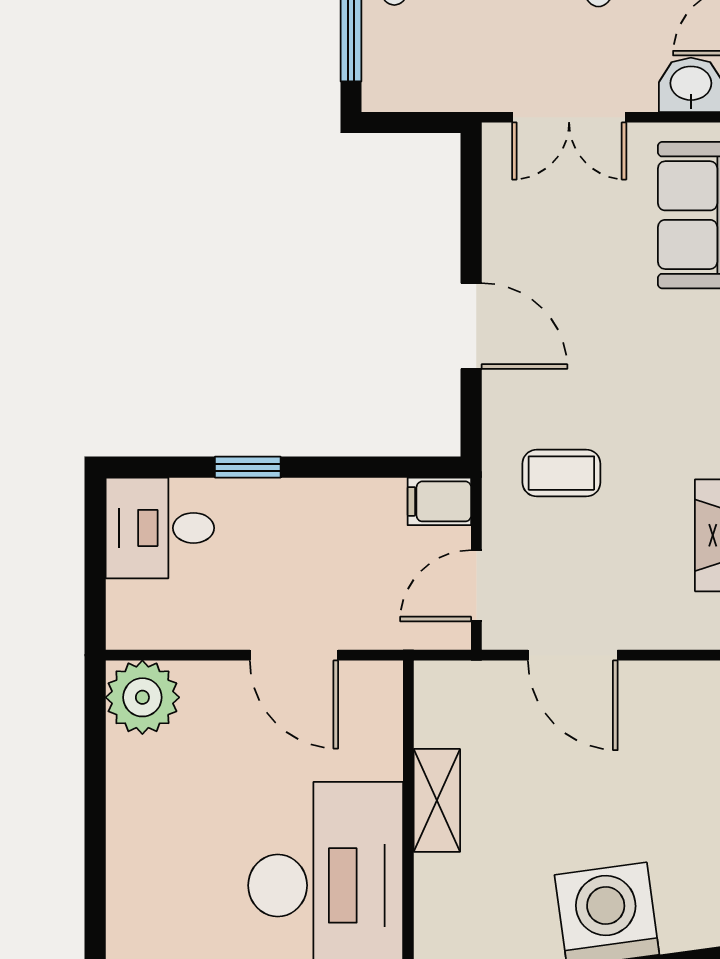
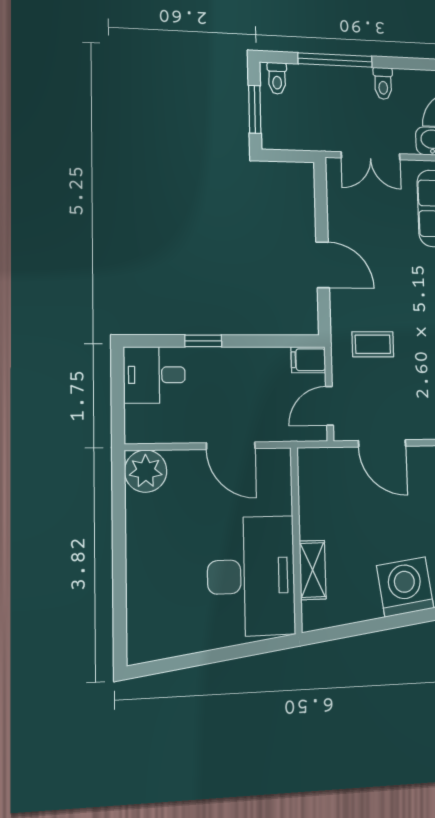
shelving: (437, 800) -> (313, 570), moved

